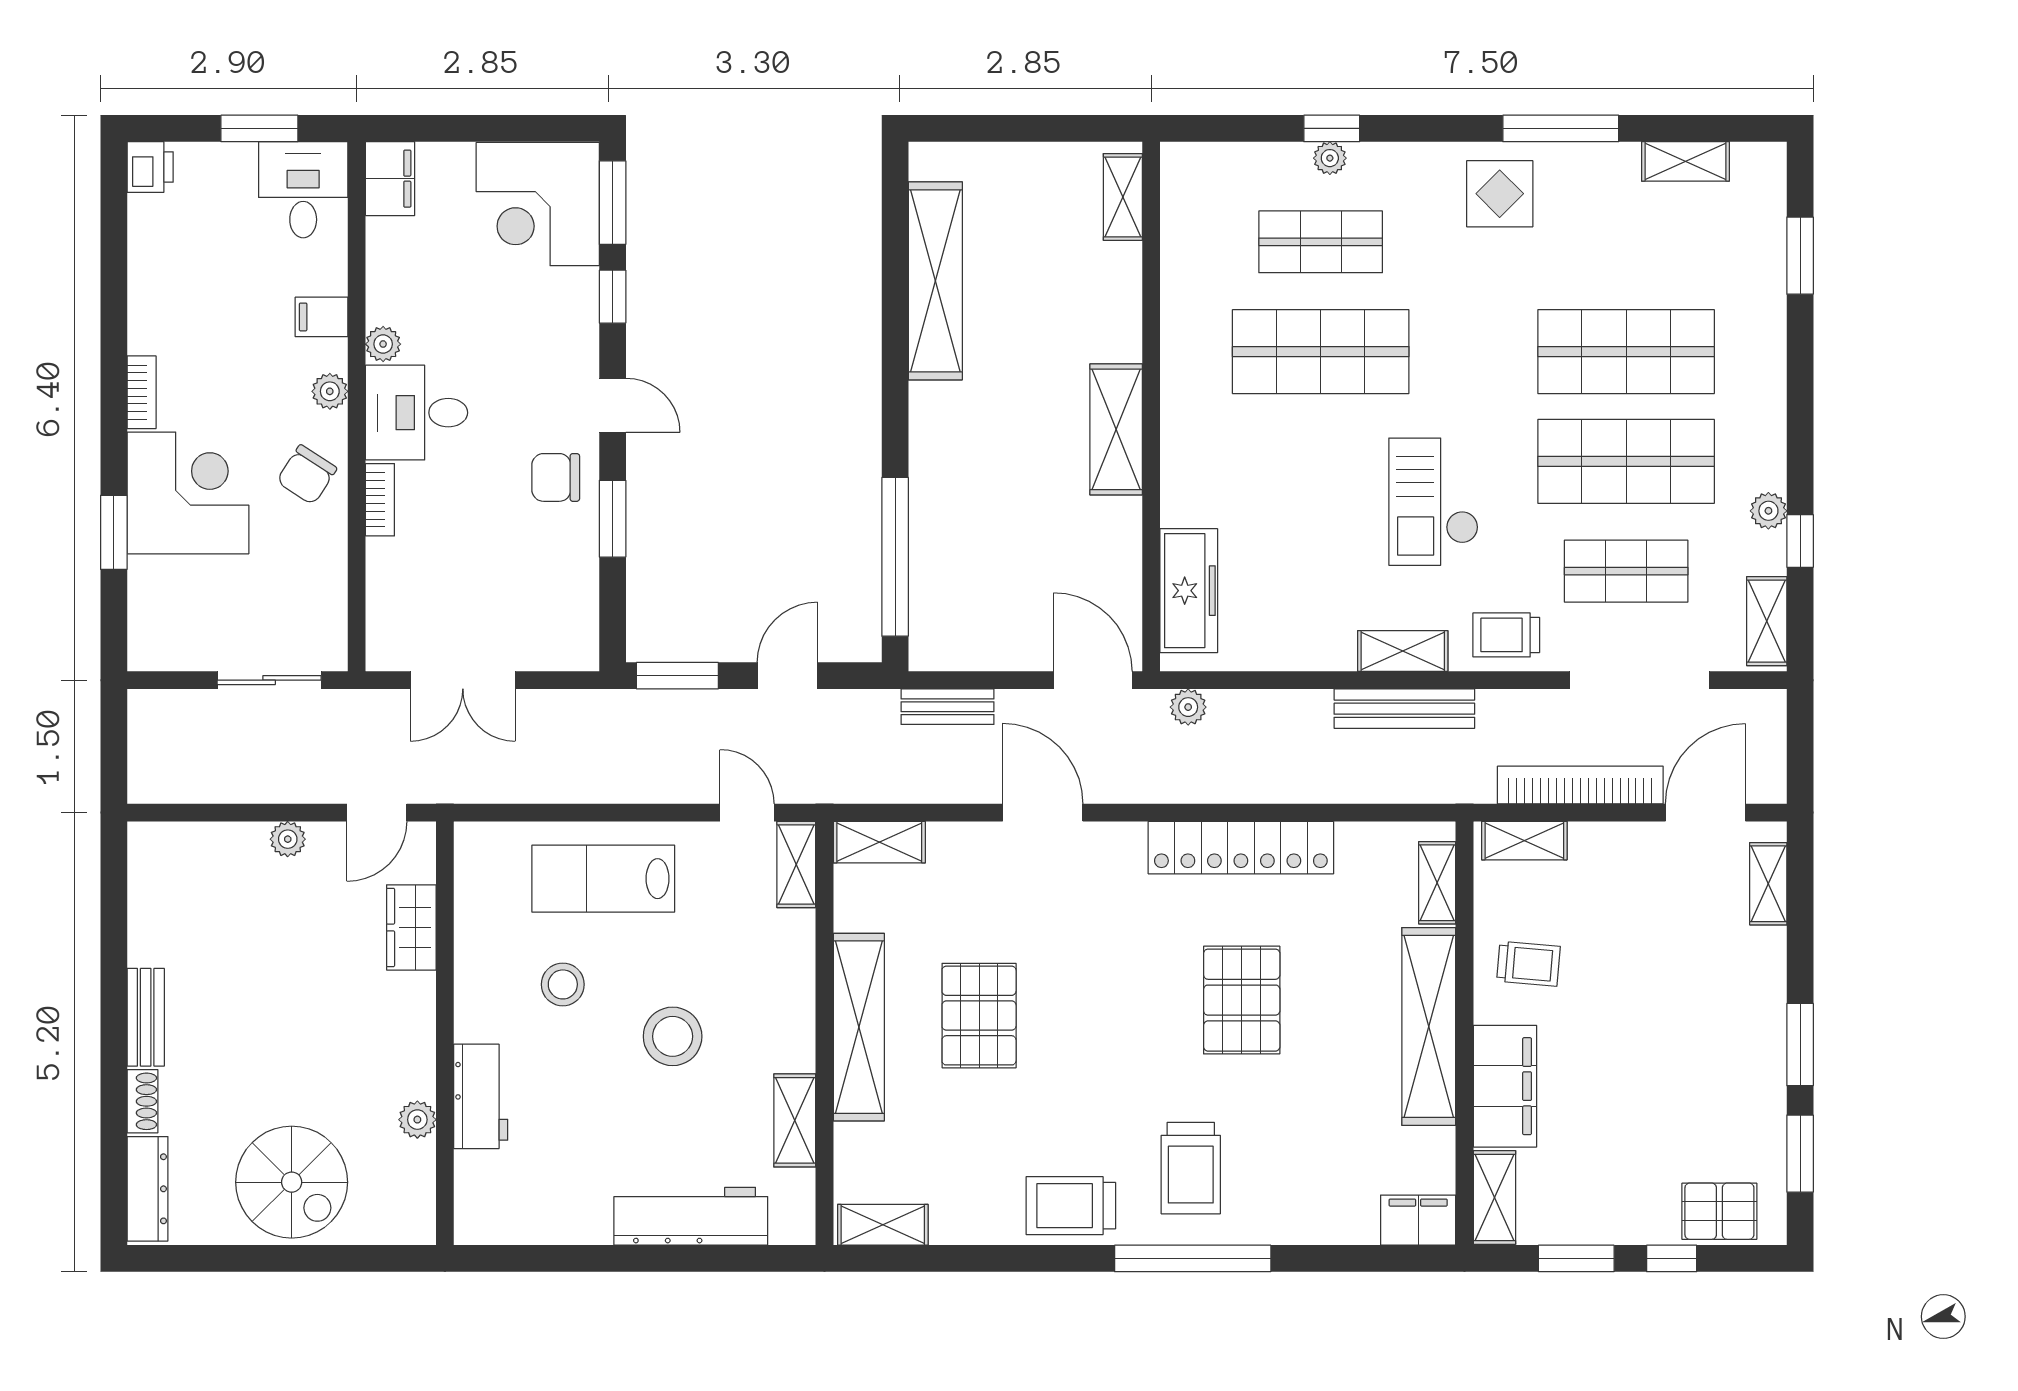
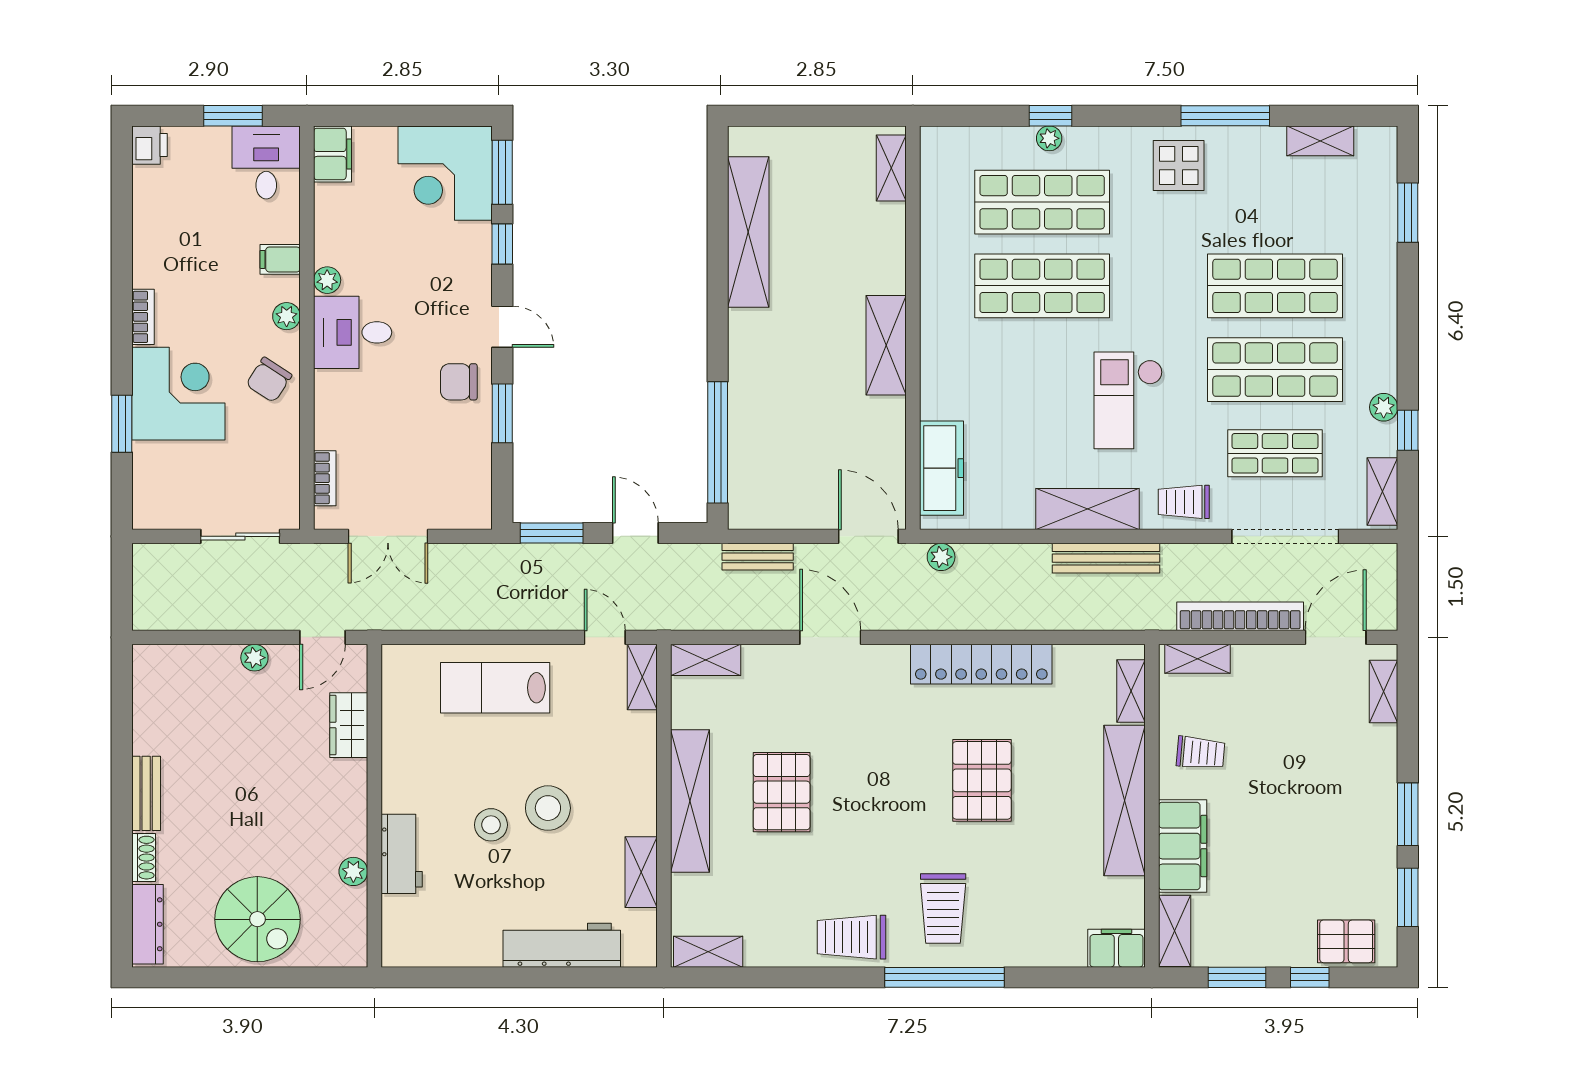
shop shelf: (1321, 242) -> (1042, 202), width x1.43, depth x1.36
bookcase: (380, 500) -> (325, 478), moved
shelving: (1403, 651) -> (1088, 509), width x1.50, depth x1.33
door: (787, 676) -> (635, 533), hinge flipped
stool: (563, 984) -> (491, 825), moved

